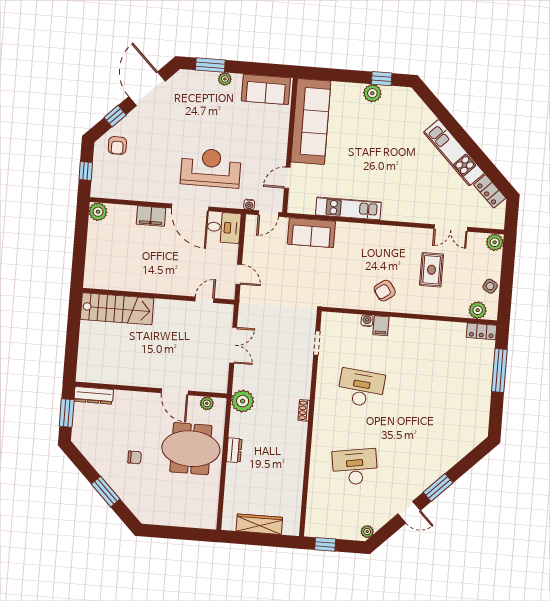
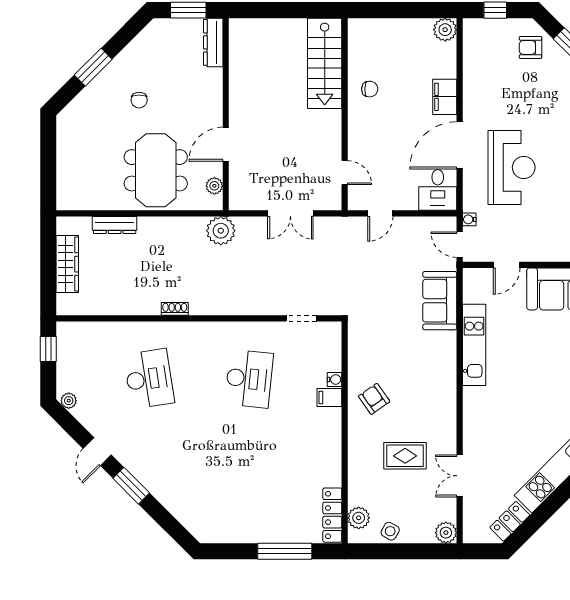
door: (287, 178) -> (507, 265), swing flipped
chair: (140, 275) -> (370, 89), added
locker: (481, 331) -> (332, 515), width x1.53
shoe rack: (304, 410) -> (175, 309), moved
dresser: (234, 450) -> (115, 225), moved, width x1.44

